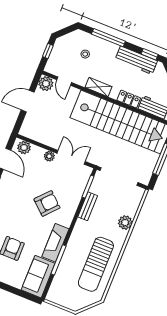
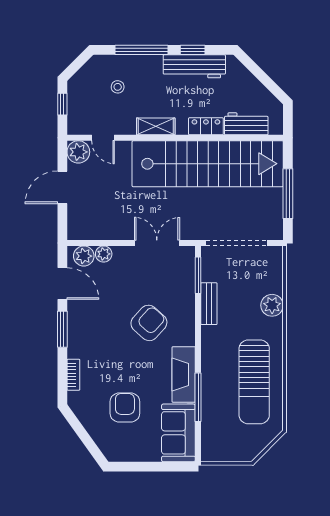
window: (150, 54) -> (193, 50), moved
plant: (49, 156) -> (104, 254), moved

